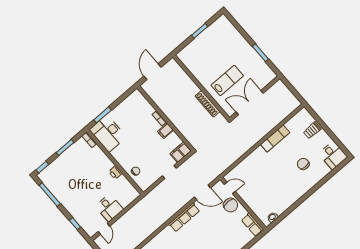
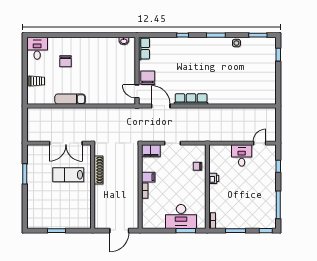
desk: (108, 133) -> (181, 216), moved, turned 90

